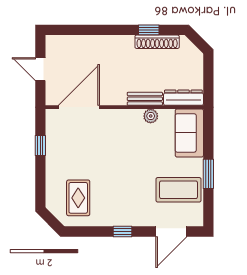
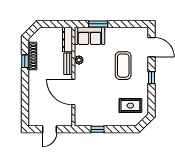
door: (79, 107) -> (73, 92), moved
window: (208, 174) -> (98, 24), moved
coffee table: (178, 190) -> (123, 66), moved

